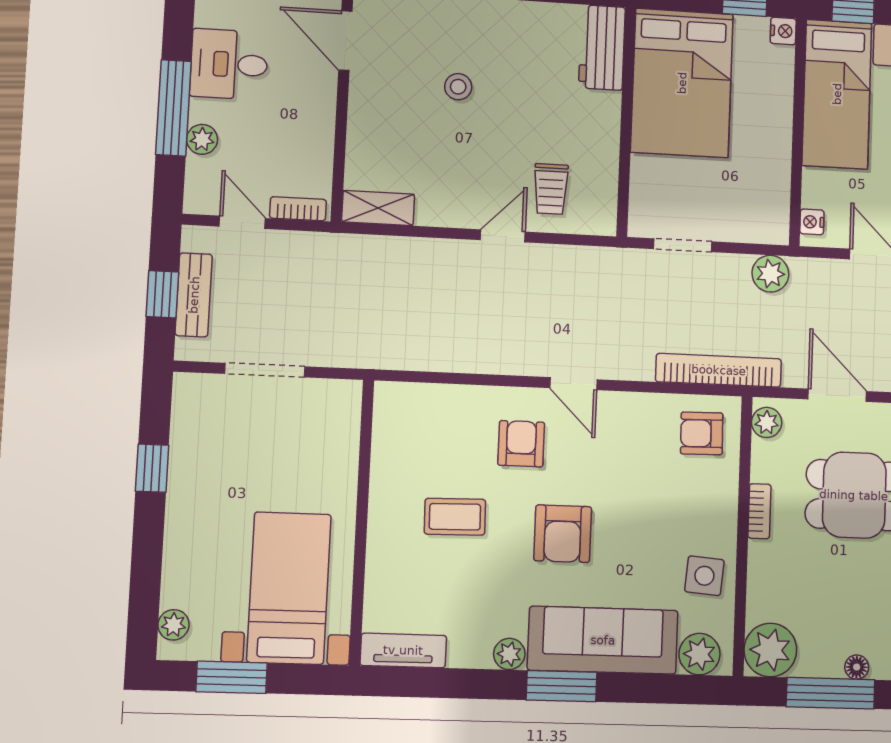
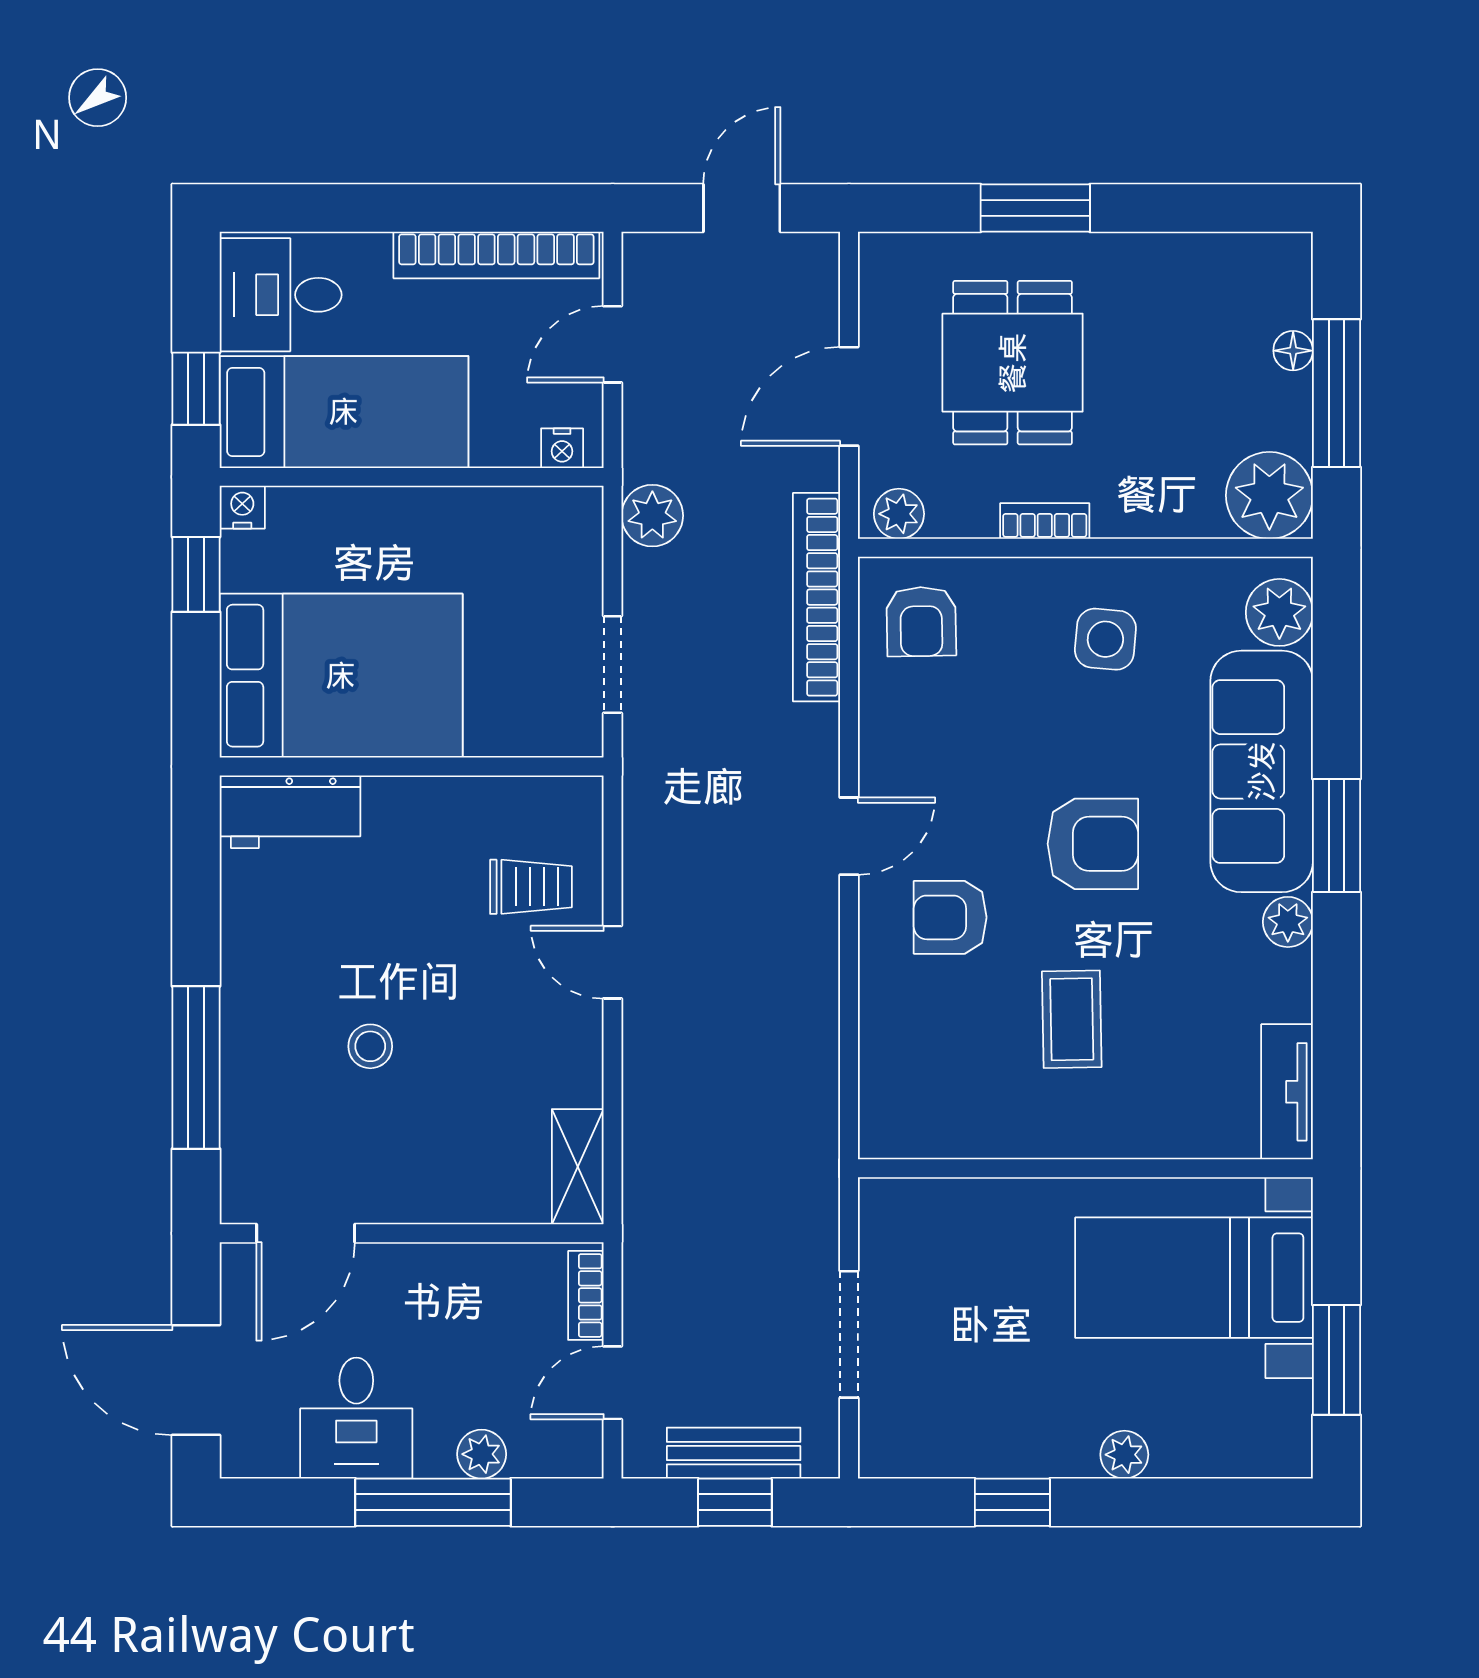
side table: (704, 576) -> (1105, 639), moved
plant: (174, 625) -> (1124, 1455), moved

